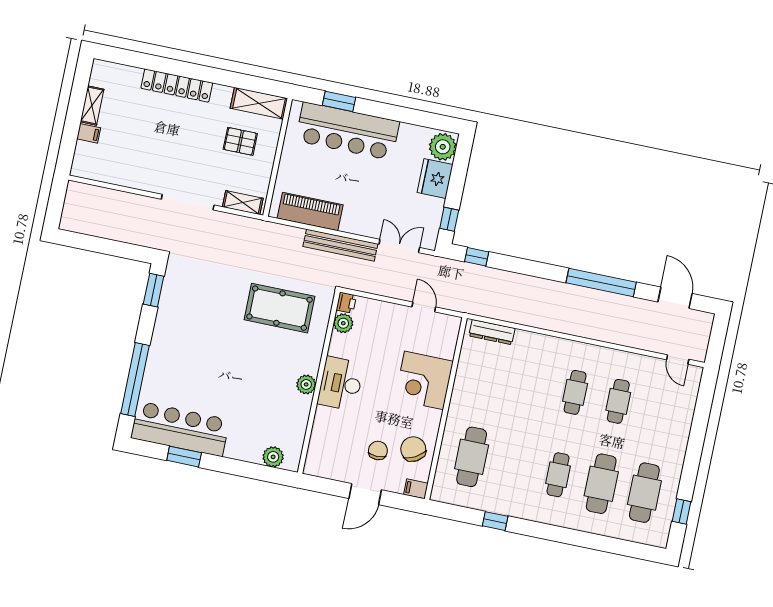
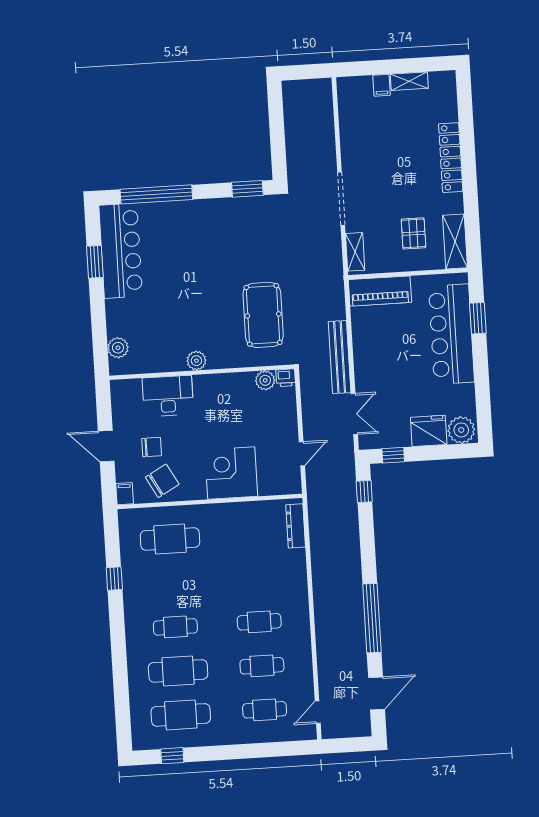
piano: (310, 212) -> (380, 291), moved, turned 90
desk: (341, 384) -> (168, 396), moved
cafe table: (661, 410) -> (265, 710), added

